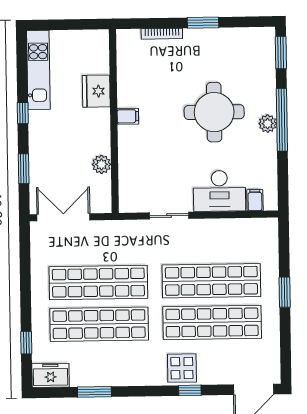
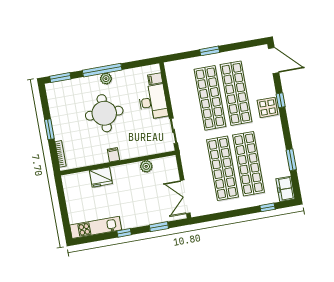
fridge: (96, 91) -> (101, 177), moved
filing cabinet: (128, 116) -> (113, 155), moved
wall: (114, 121) -> (118, 163), moved
plant: (102, 164) -> (146, 166), moved

